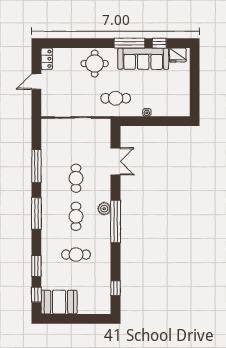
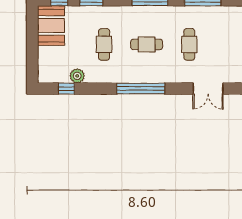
cafe table: (76, 178) -> (189, 44), turned 90
plant: (104, 209) -> (77, 76), moved

